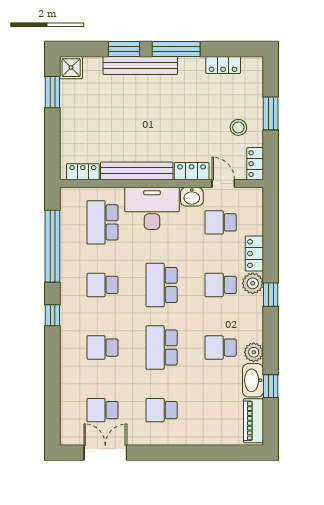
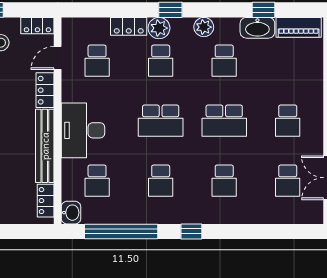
washbasin: (192, 197) -> (71, 213), moved
school desk: (102, 222) -> (97, 181), width x0.54
plant: (254, 352) -> (204, 27), moved

